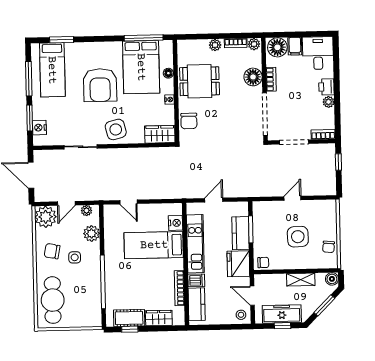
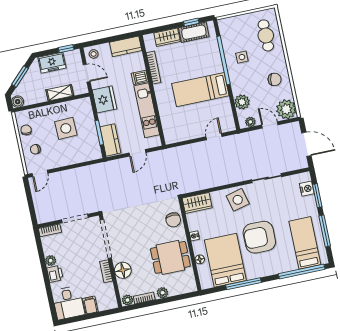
window: (144, 38) -> (243, 284), moved
window: (62, 40) -> (302, 272), width x2.11
floor lamp: (277, 47) -> (106, 301), removed
armchair: (100, 85) -> (259, 237), turned -90
chair: (189, 121) -> (173, 220), turned 180
window: (338, 162) -> (31, 208), removed
door: (292, 198) -> (40, 173), moved
door: (128, 202) -> (214, 137), hinge flipped
door: (66, 203) -> (270, 125), hinge flipped
nightstand: (176, 223) -> (168, 126), removed
kitchen counter: (240, 233) -> (110, 140), moved
side table: (298, 237) -> (66, 128), moved
bed: (154, 245) -> (200, 90), moved, turned 180
side table: (75, 257) -> (242, 57), moved
chair: (263, 262) -> (35, 149), moved
shelving: (301, 280) -> (60, 93), moved
cafe table: (53, 300) -> (266, 35), width x0.73, depth x0.74
kitchen counter: (197, 304) -> (126, 46), moved, turned -90
freezer: (282, 314) -> (52, 63), width x0.71
window: (282, 326) -> (66, 49), moved

